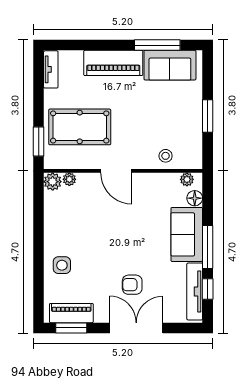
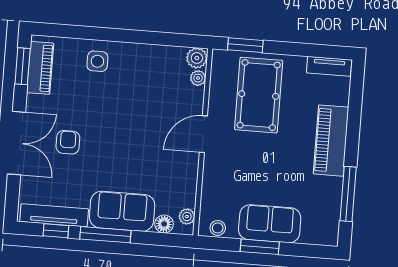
sofa: (170, 65) -> (270, 224), moved, turned 90
stool: (166, 156) -> (218, 228), moved

